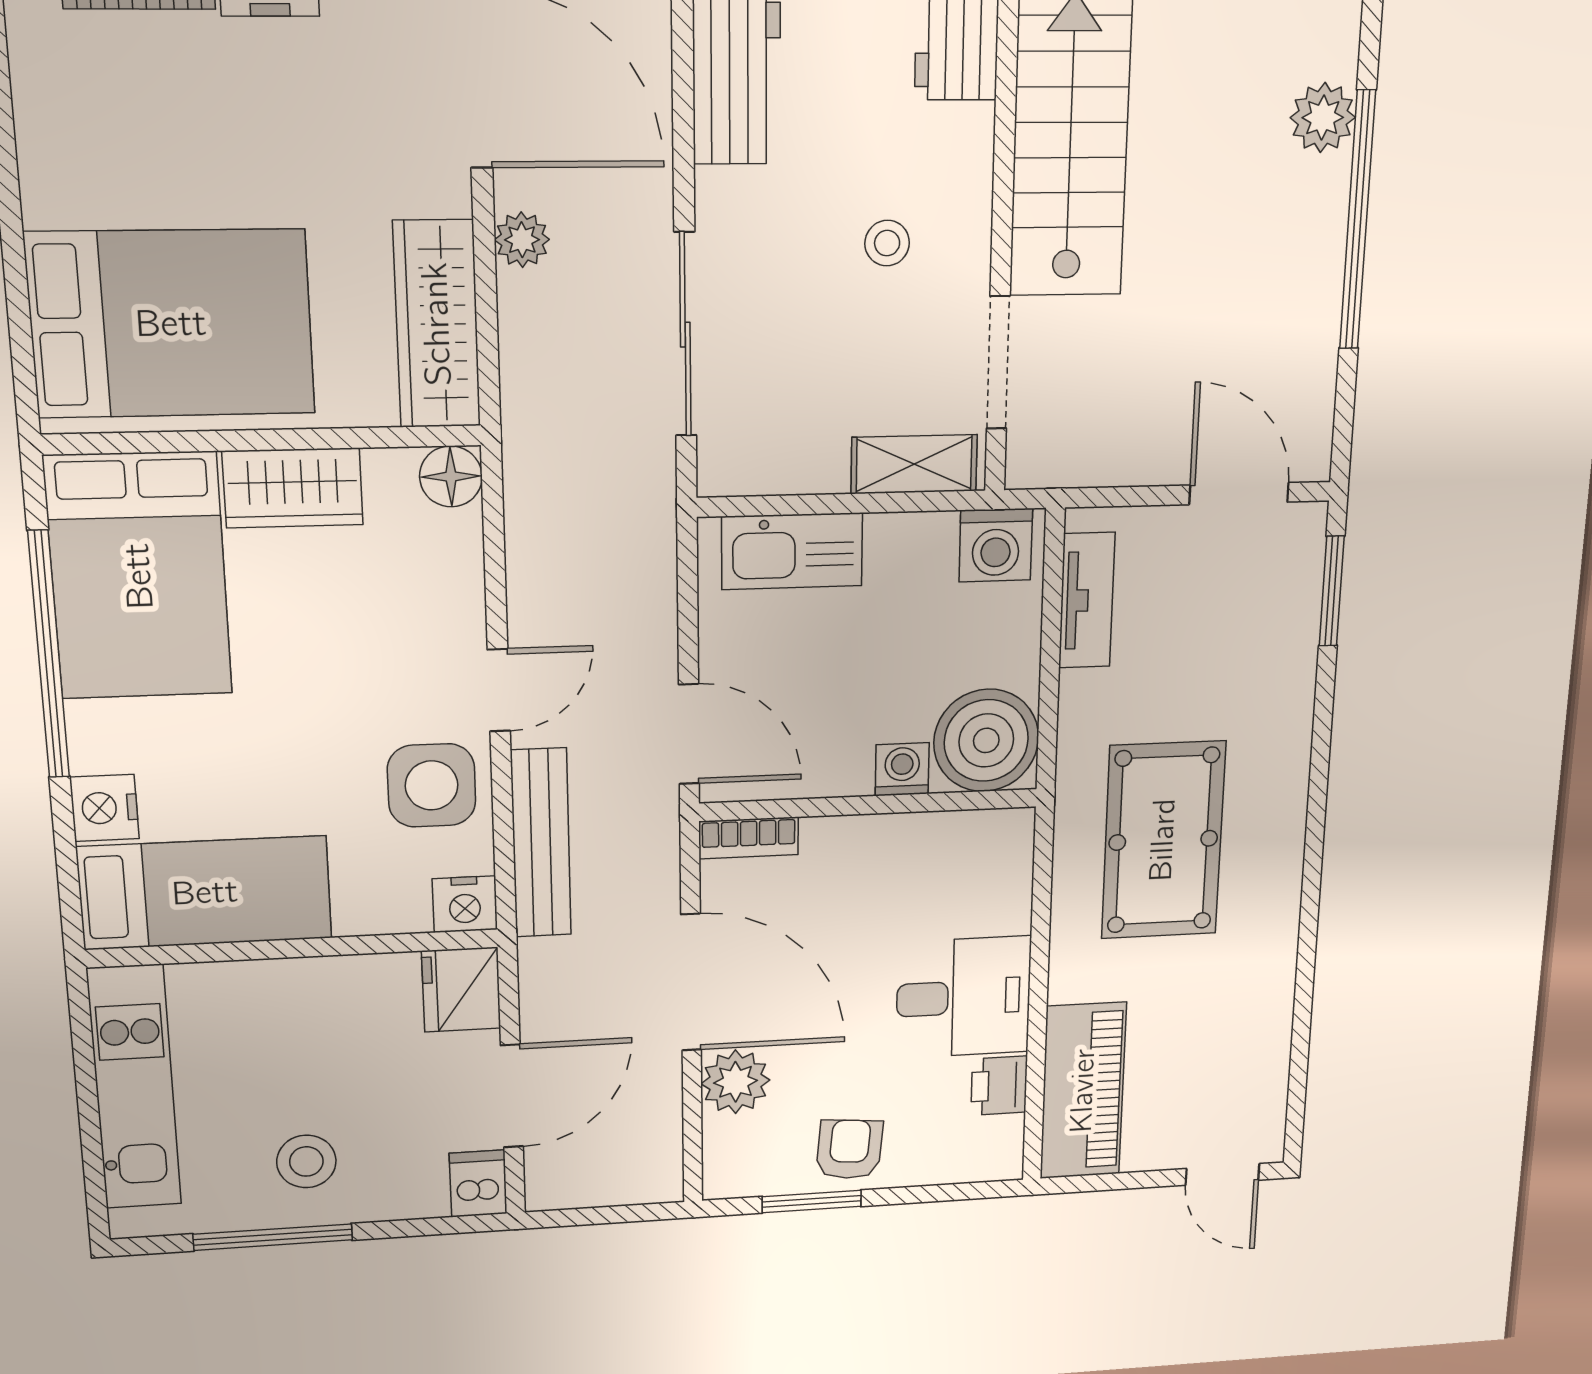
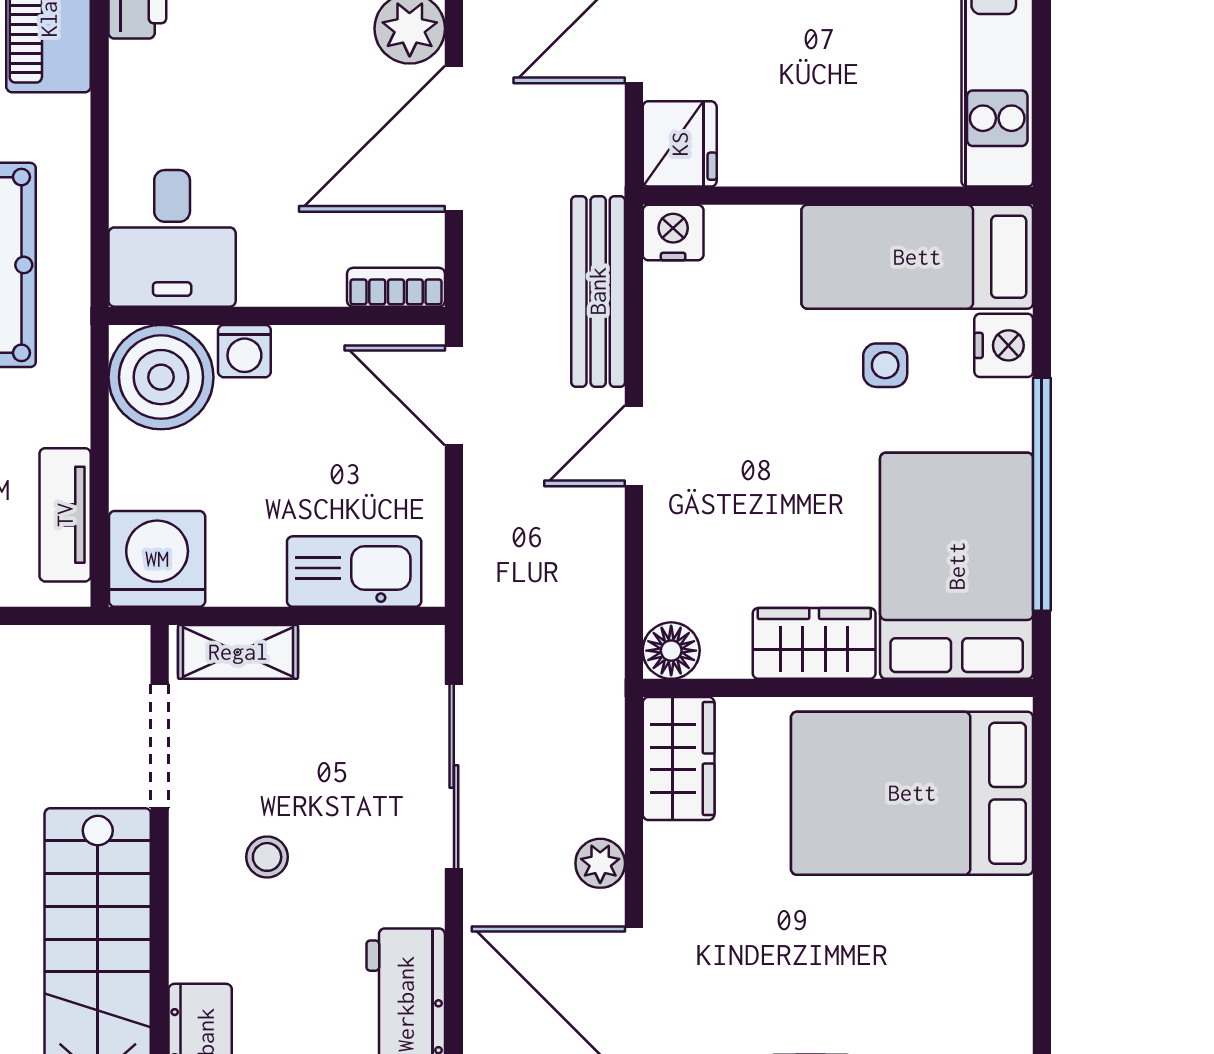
wardrobe: (437, 324) -> (679, 759), width x0.67
washing machine: (996, 545) -> (157, 559), width x1.37, depth x1.37
side table: (432, 785) -> (885, 365), moved, width x0.54, depth x0.54
door: (691, 982) -> (454, 139), hinge flipped
desk: (964, 997) -> (172, 238), moved, turned -90

